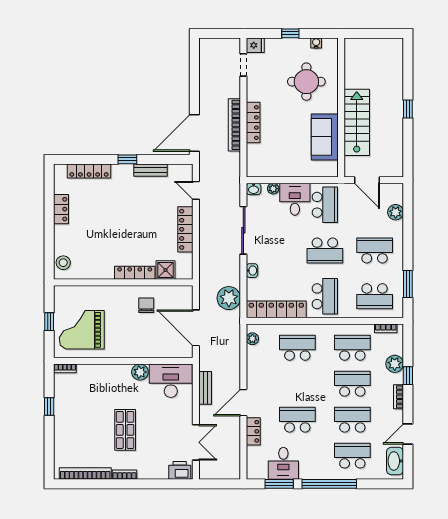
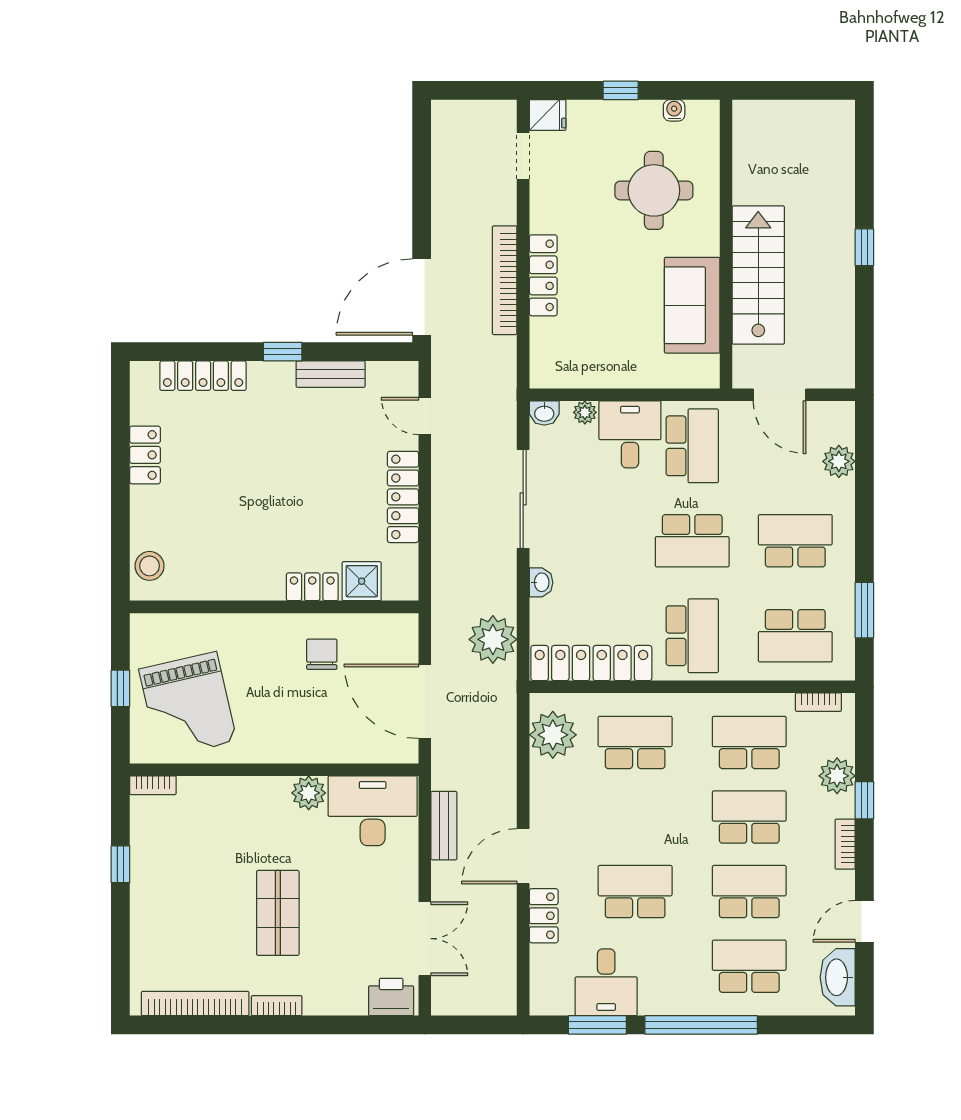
locker: (135, 273) -> (312, 587), width x0.66
grand piano: (82, 330) -> (188, 705), turned -103
plant: (252, 339) -> (553, 735), width x1.88, depth x1.88

